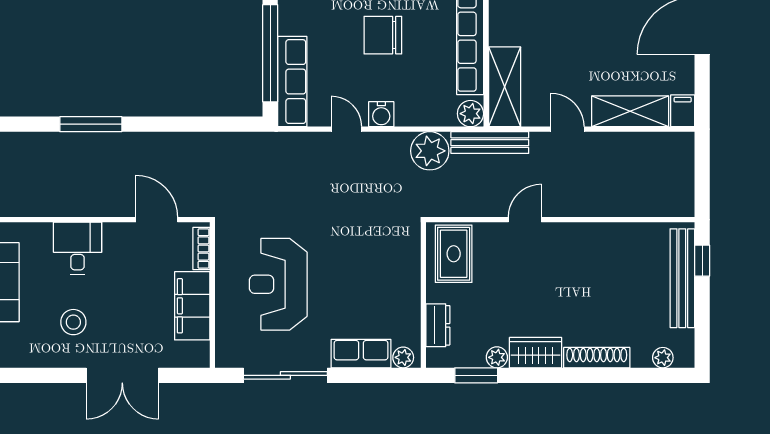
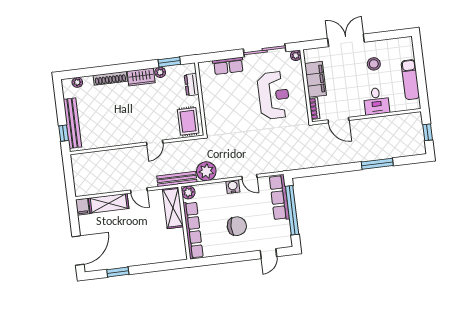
plant: (403, 357) -> (296, 56), moved

